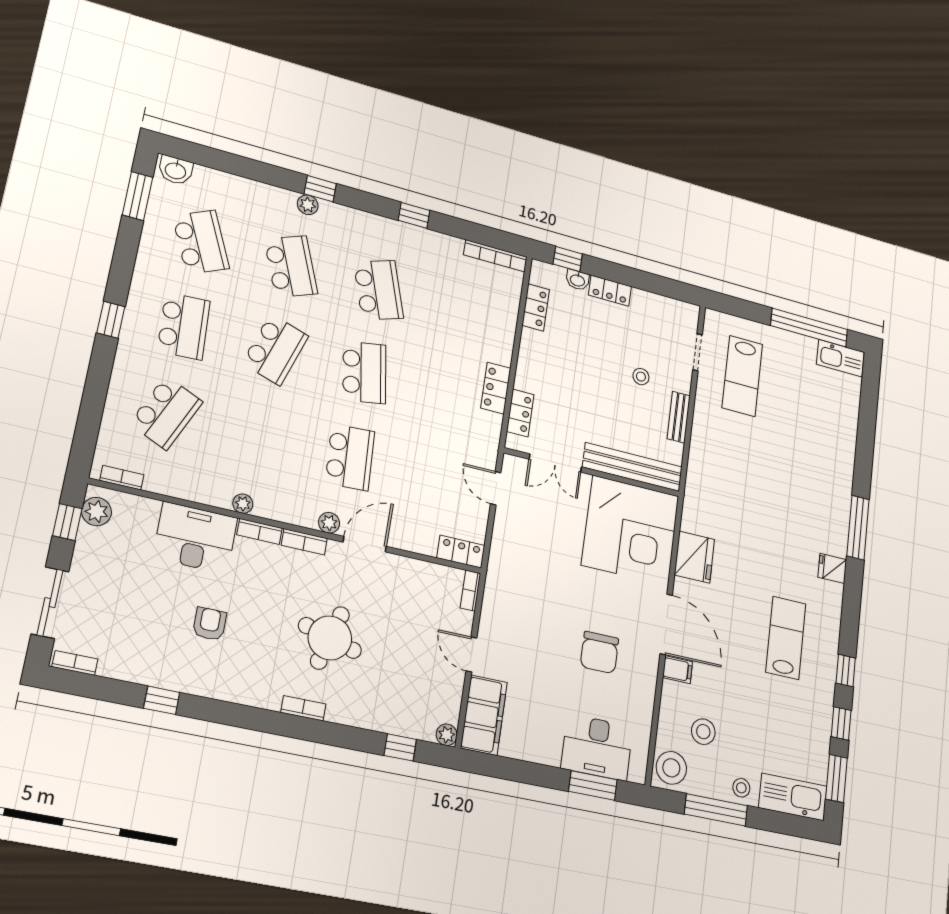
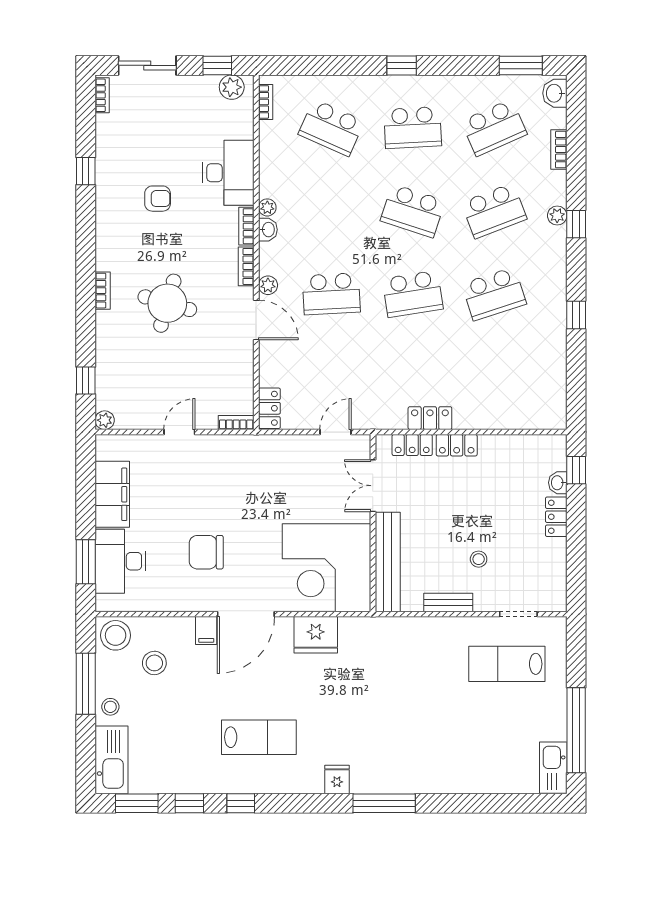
bookcase: (495, 256) -> (559, 150), moved, width x0.64
locker: (536, 307) -> (457, 445), moved
washbasin: (268, 509) -> (268, 230), added
filing cabinet: (484, 715) -> (112, 494), moved, turned -90

